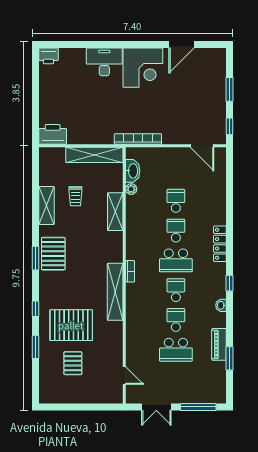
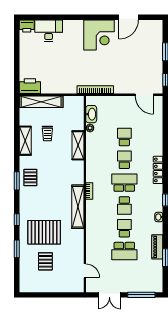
desk: (104, 62) -> (49, 31), moved
shelving: (94, 155) -> (41, 102), moved
pallet: (53, 254) -> (30, 177), width x0.67, depth x0.71
school desk: (176, 260) -> (124, 183), turned 180
school desk: (176, 290) -> (124, 205), turned 180

